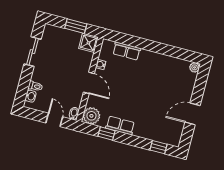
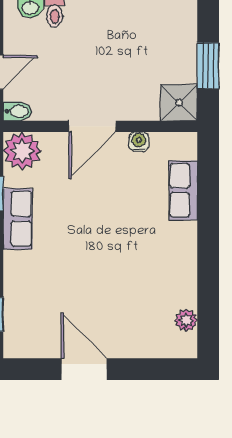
plant: (195, 67) -> (186, 320), moved

